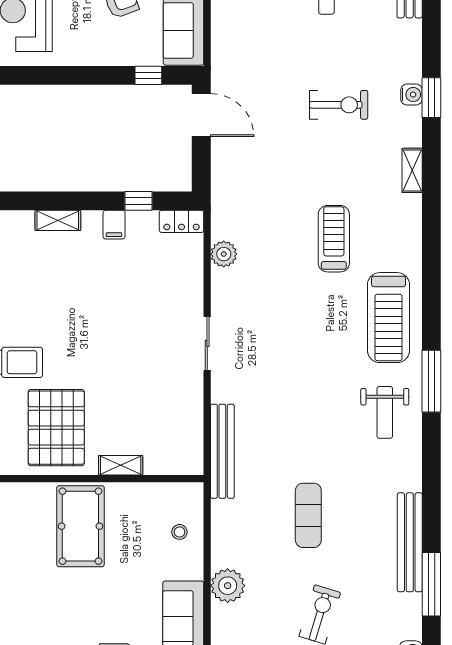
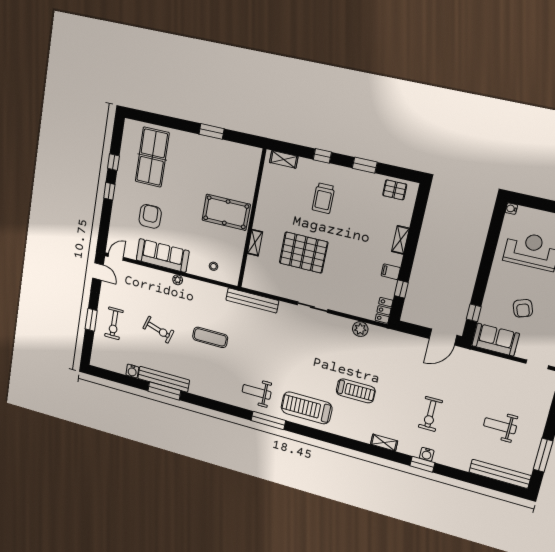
pallet: (56, 428) -> (304, 253), moved
bench: (410, 542) -> (164, 379), moved
plant: (228, 586) -> (178, 280), width x0.53, depth x0.53

